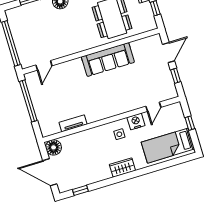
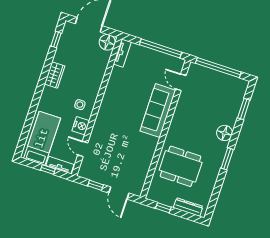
sofa: (108, 59) -> (158, 111), moved
tv unit: (179, 116) -> (60, 165), added
tv unit: (73, 123) -> (122, 53), moved
wardrobe: (122, 168) -> (55, 75), moved

